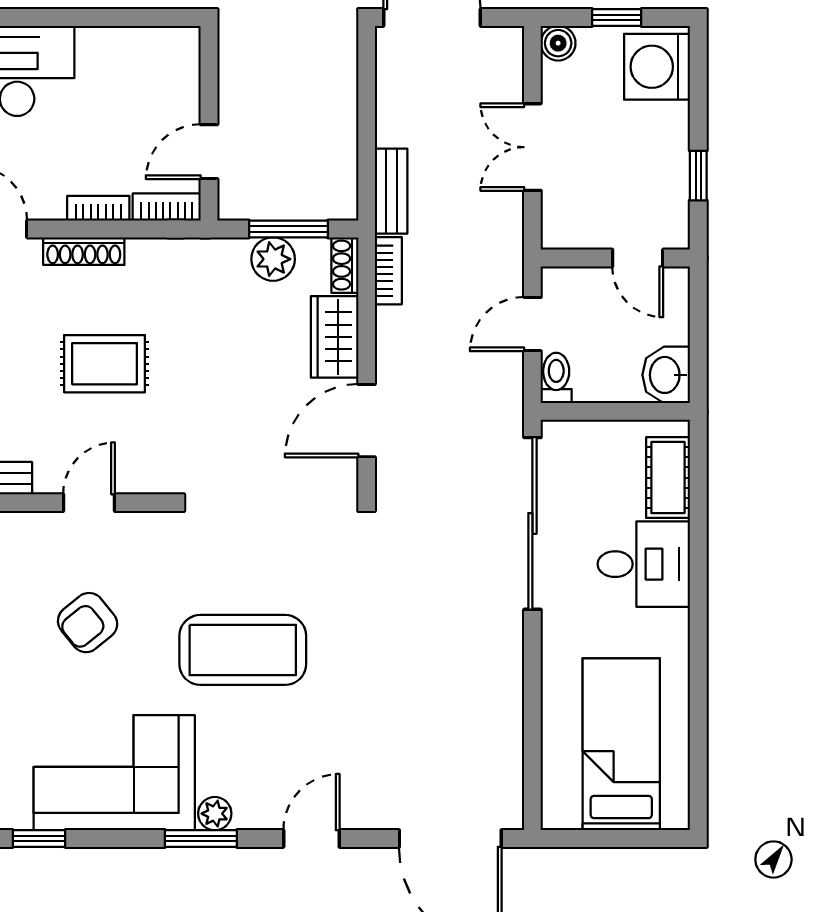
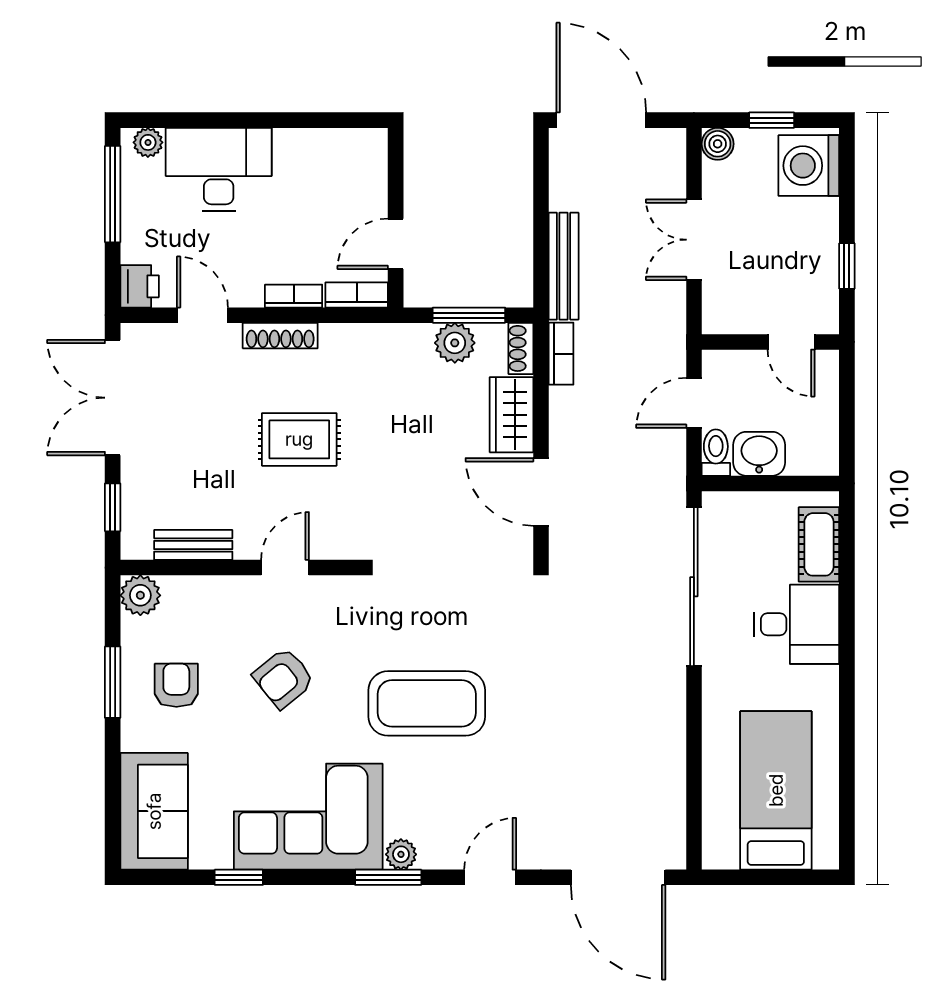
bench: (391, 191) -> (564, 266), width x1.36
washbasin: (666, 375) -> (759, 454), moved, turned 90
door: (367, 421) -> (541, 492), hinge flipped

